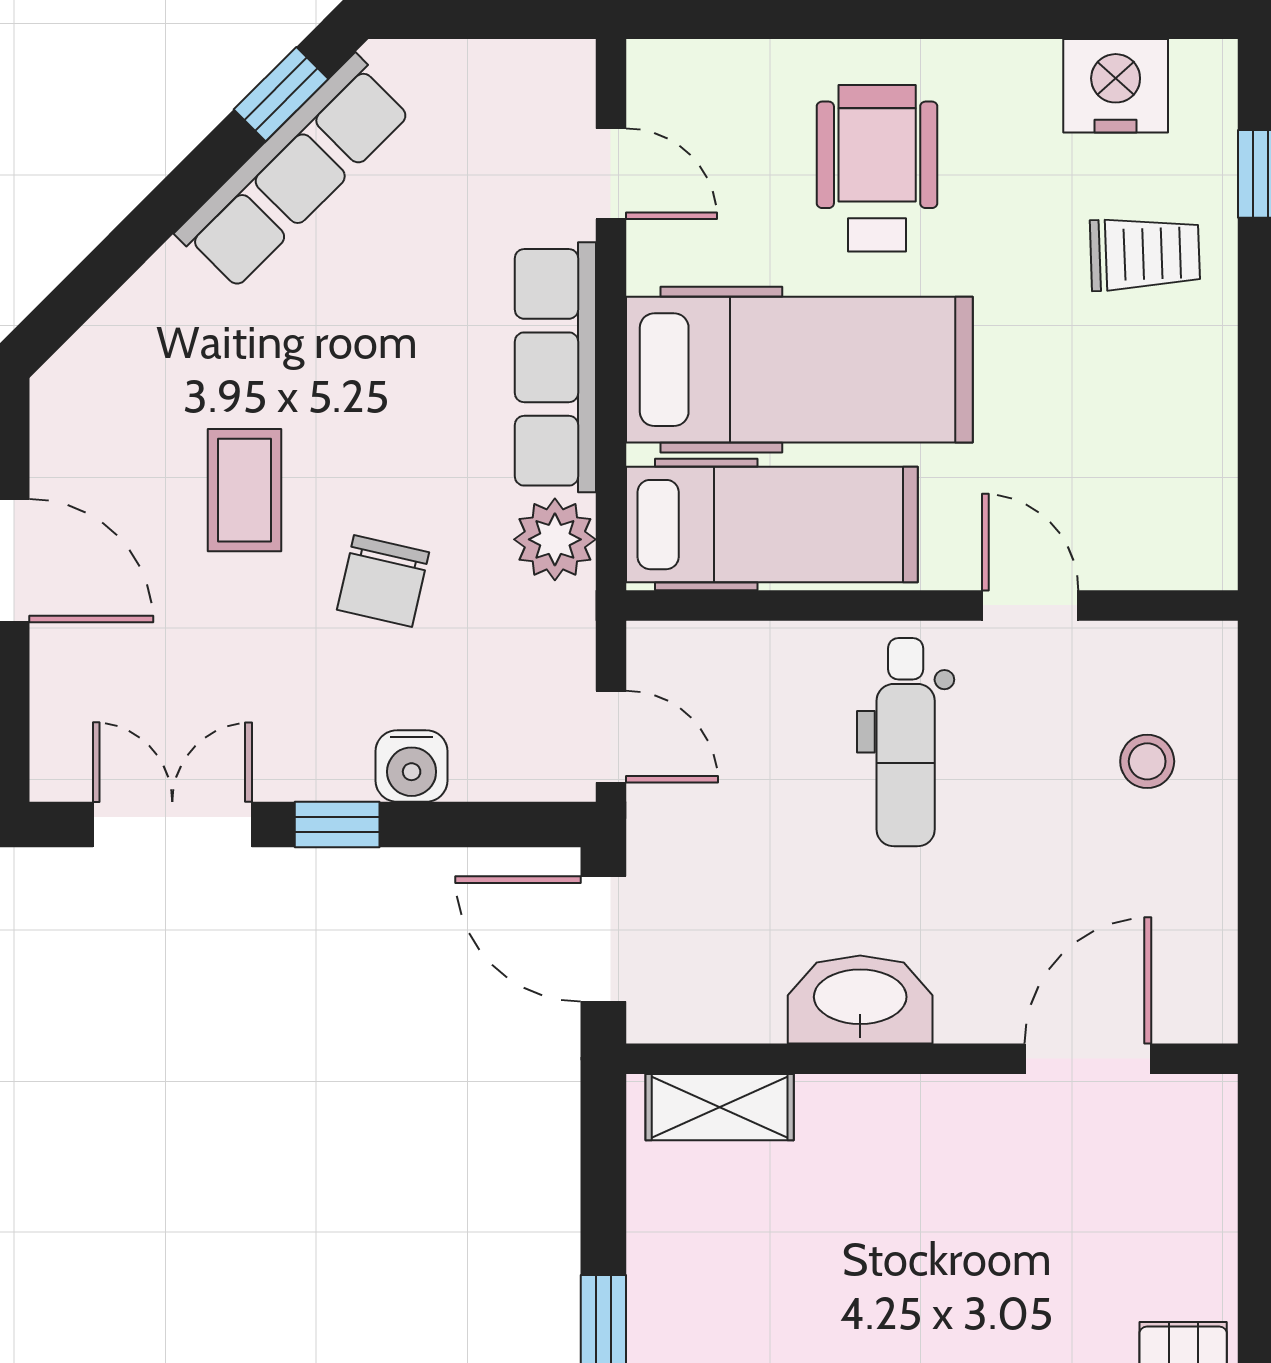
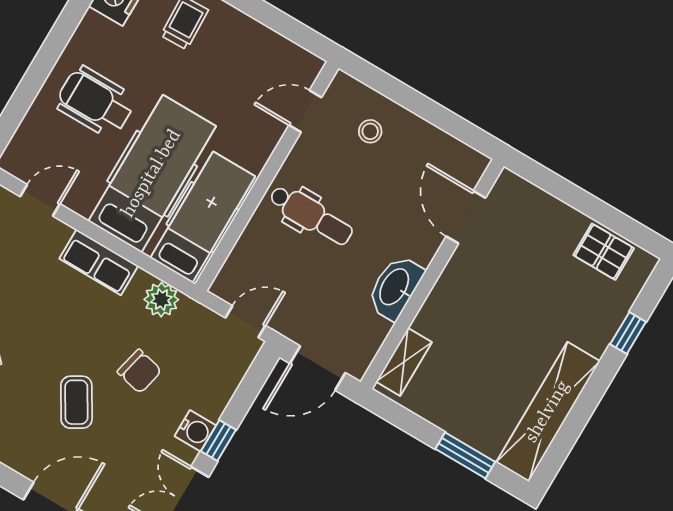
row of seats: (555, 367) -> (99, 262), width x0.68
coffee table: (245, 490) -> (76, 402), turned 59
door: (1030, 605) -> (305, 111), moved
water cooler: (412, 766) -> (195, 431), moved

